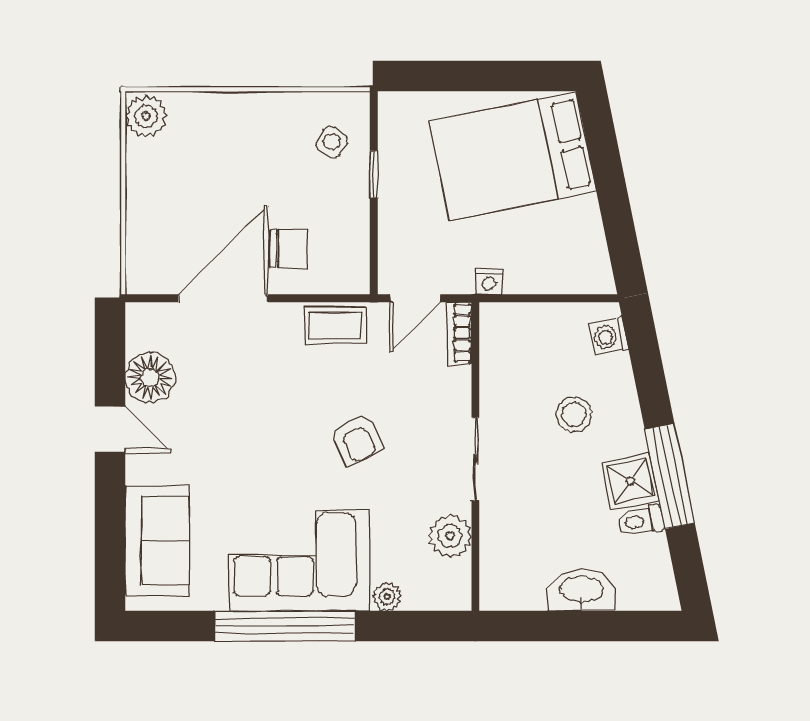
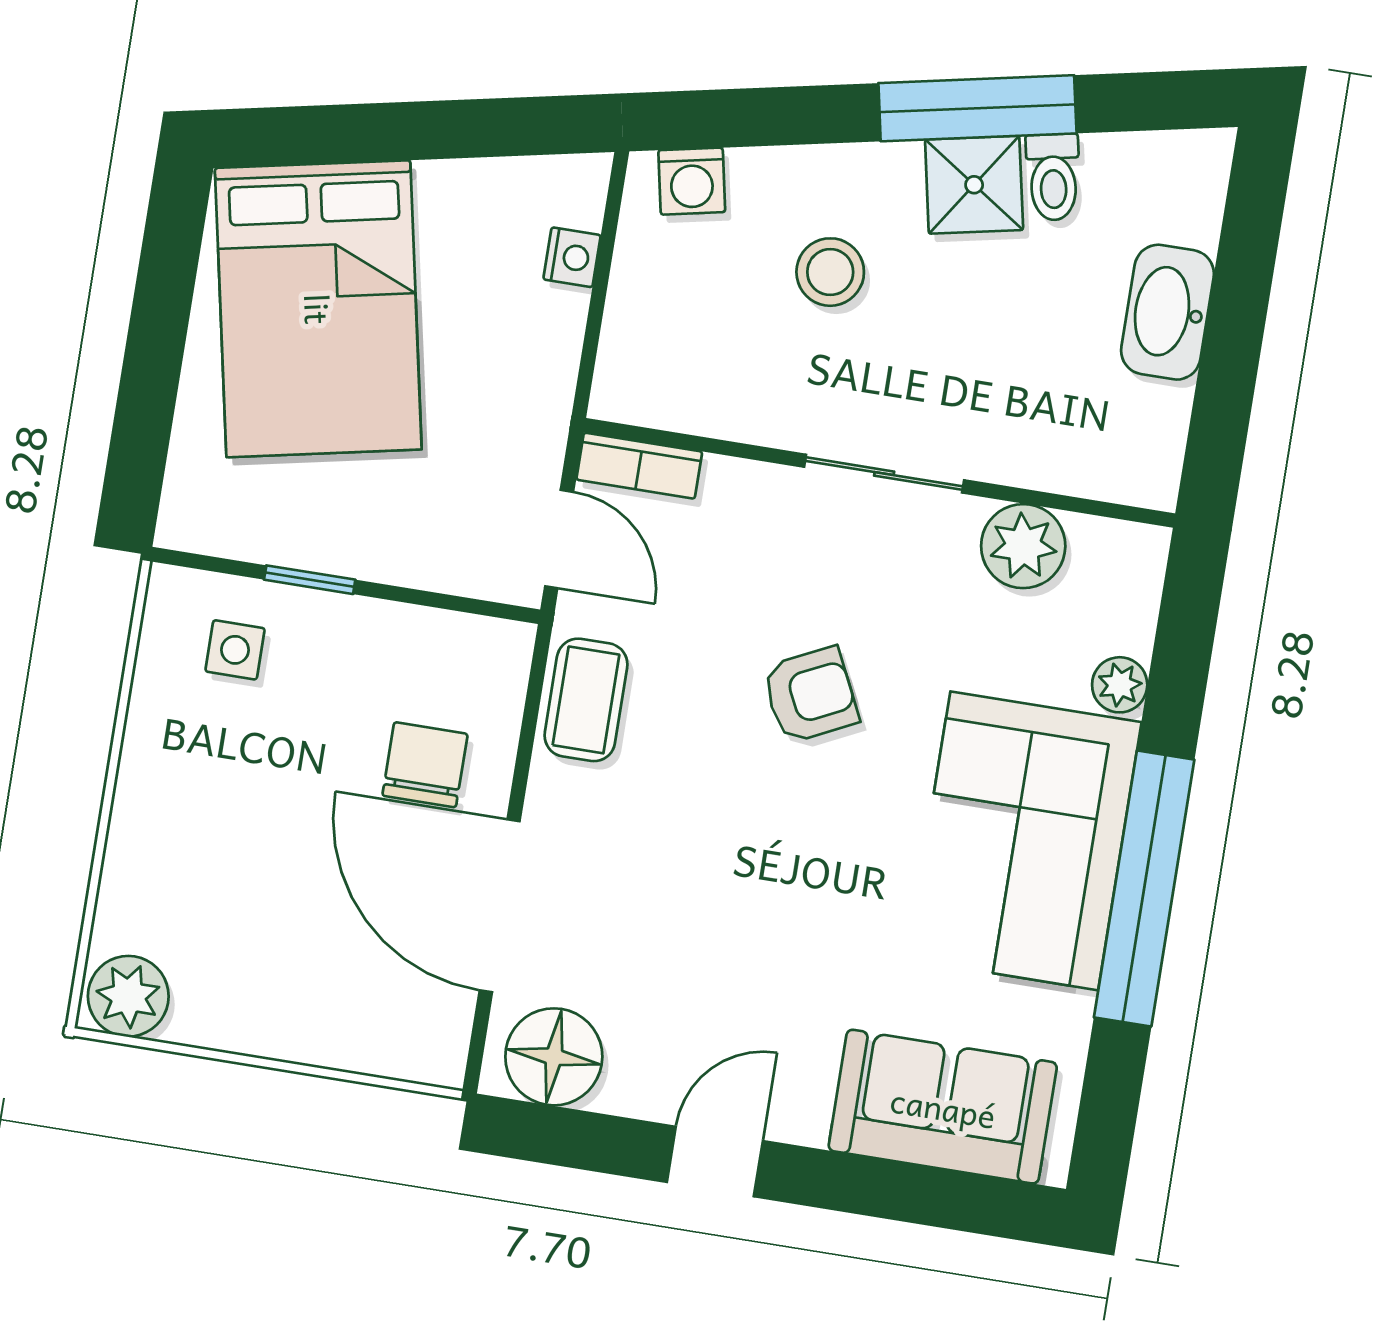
side table: (332, 142) -> (235, 650), turned -32
nightstand: (489, 282) -> (572, 257), moved
floor lamp: (150, 377) -> (554, 1057), moved

